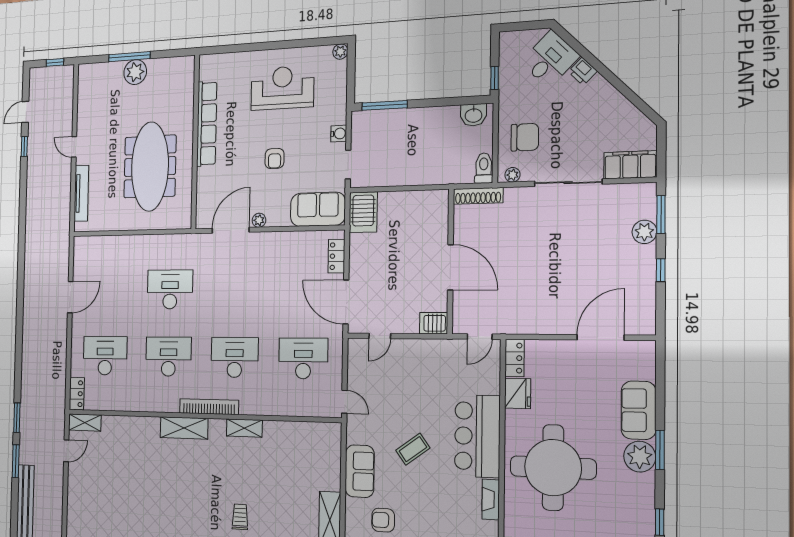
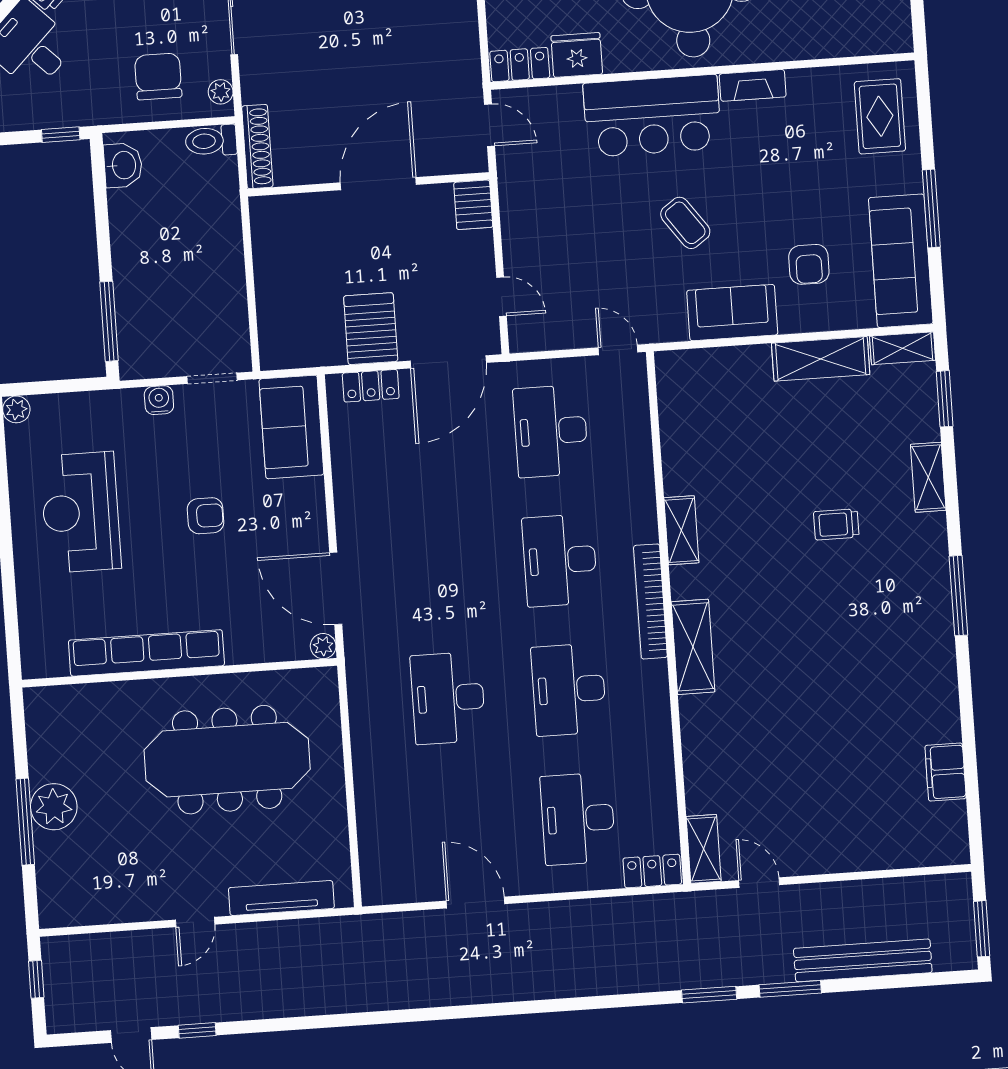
server rack: (363, 212) -> (371, 329), moved, turned -90
plant: (259, 220) -> (323, 646), moved
door: (344, 402) -> (618, 350), hinge flipped

